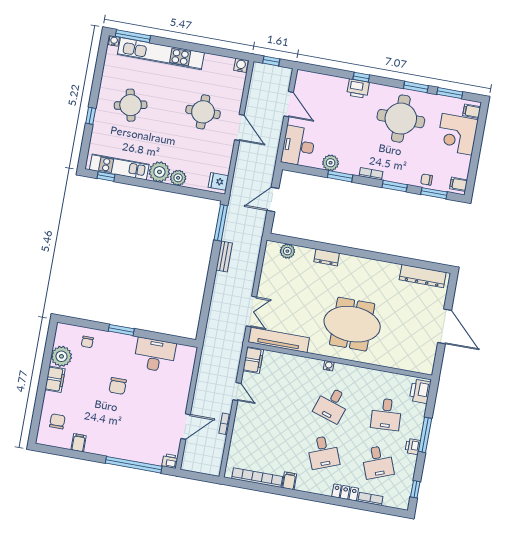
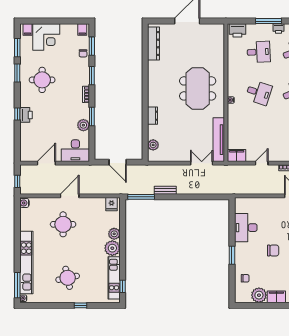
round table: (401, 119) -> (42, 80), width x0.73, depth x0.73

